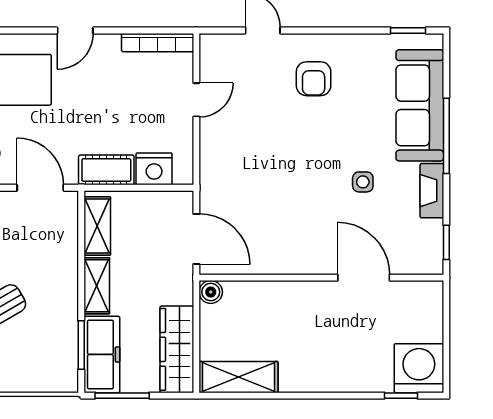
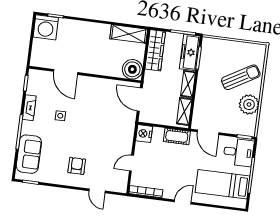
sofa: (420, 105) -> (29, 154), width x0.73
nightstand: (154, 169) -> (144, 134), moved, turned -90
boiler: (211, 292) -> (132, 69), width x1.86, depth x1.86

